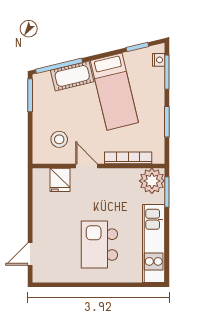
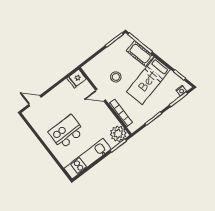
stool: (59, 139) -> (116, 77), moved
door: (86, 166) -> (101, 95), swing flipped
fridge: (60, 180) -> (77, 78), moved

